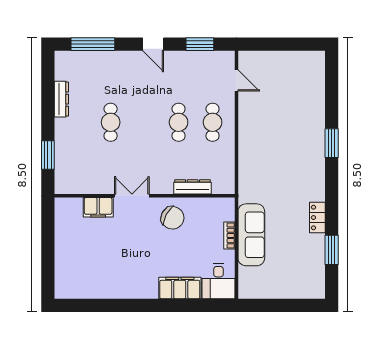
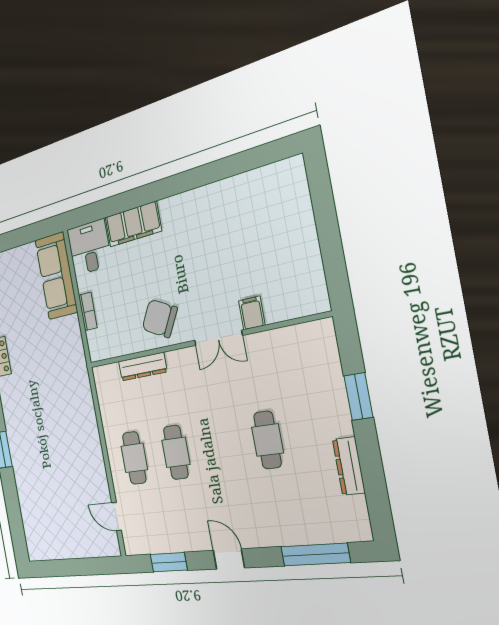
window: (48, 155) -> (358, 396), moved
filing cabinet: (98, 207) -> (252, 313), width x0.50
sofa: (251, 235) -> (56, 276), moved

